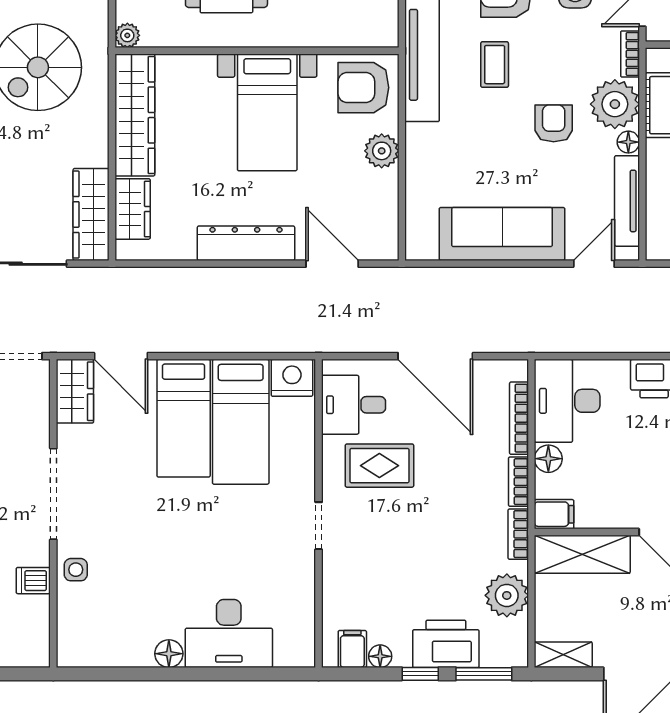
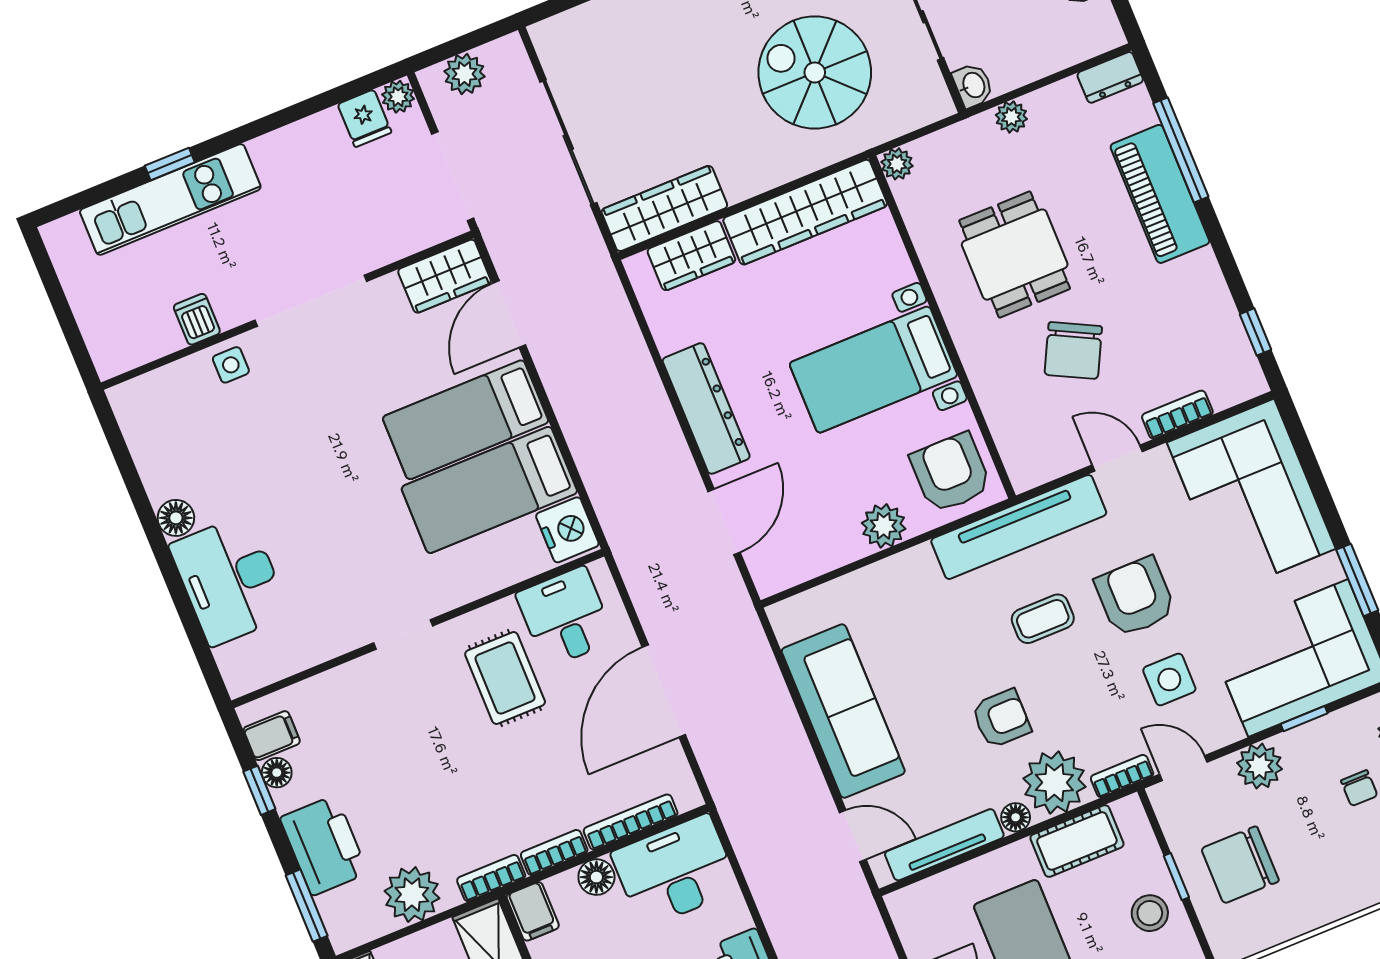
window: (420, 674) -> (259, 790), moved

